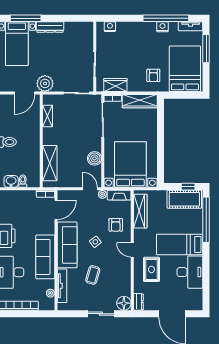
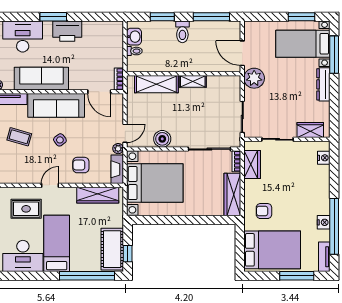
wardrobe: (87, 38) -> (310, 130), added
shelving: (48, 116) -> (193, 81), moved

